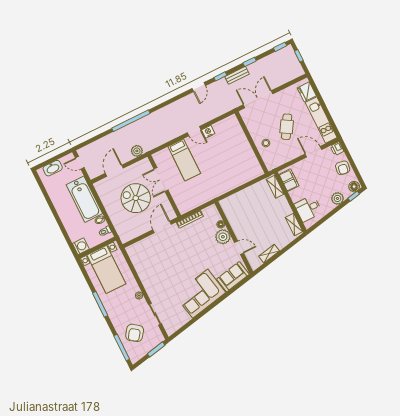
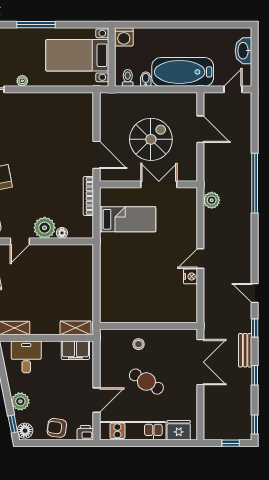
plant: (137, 151) -> (212, 200), moved
bed: (184, 160) -> (128, 219), moved, turned 180

